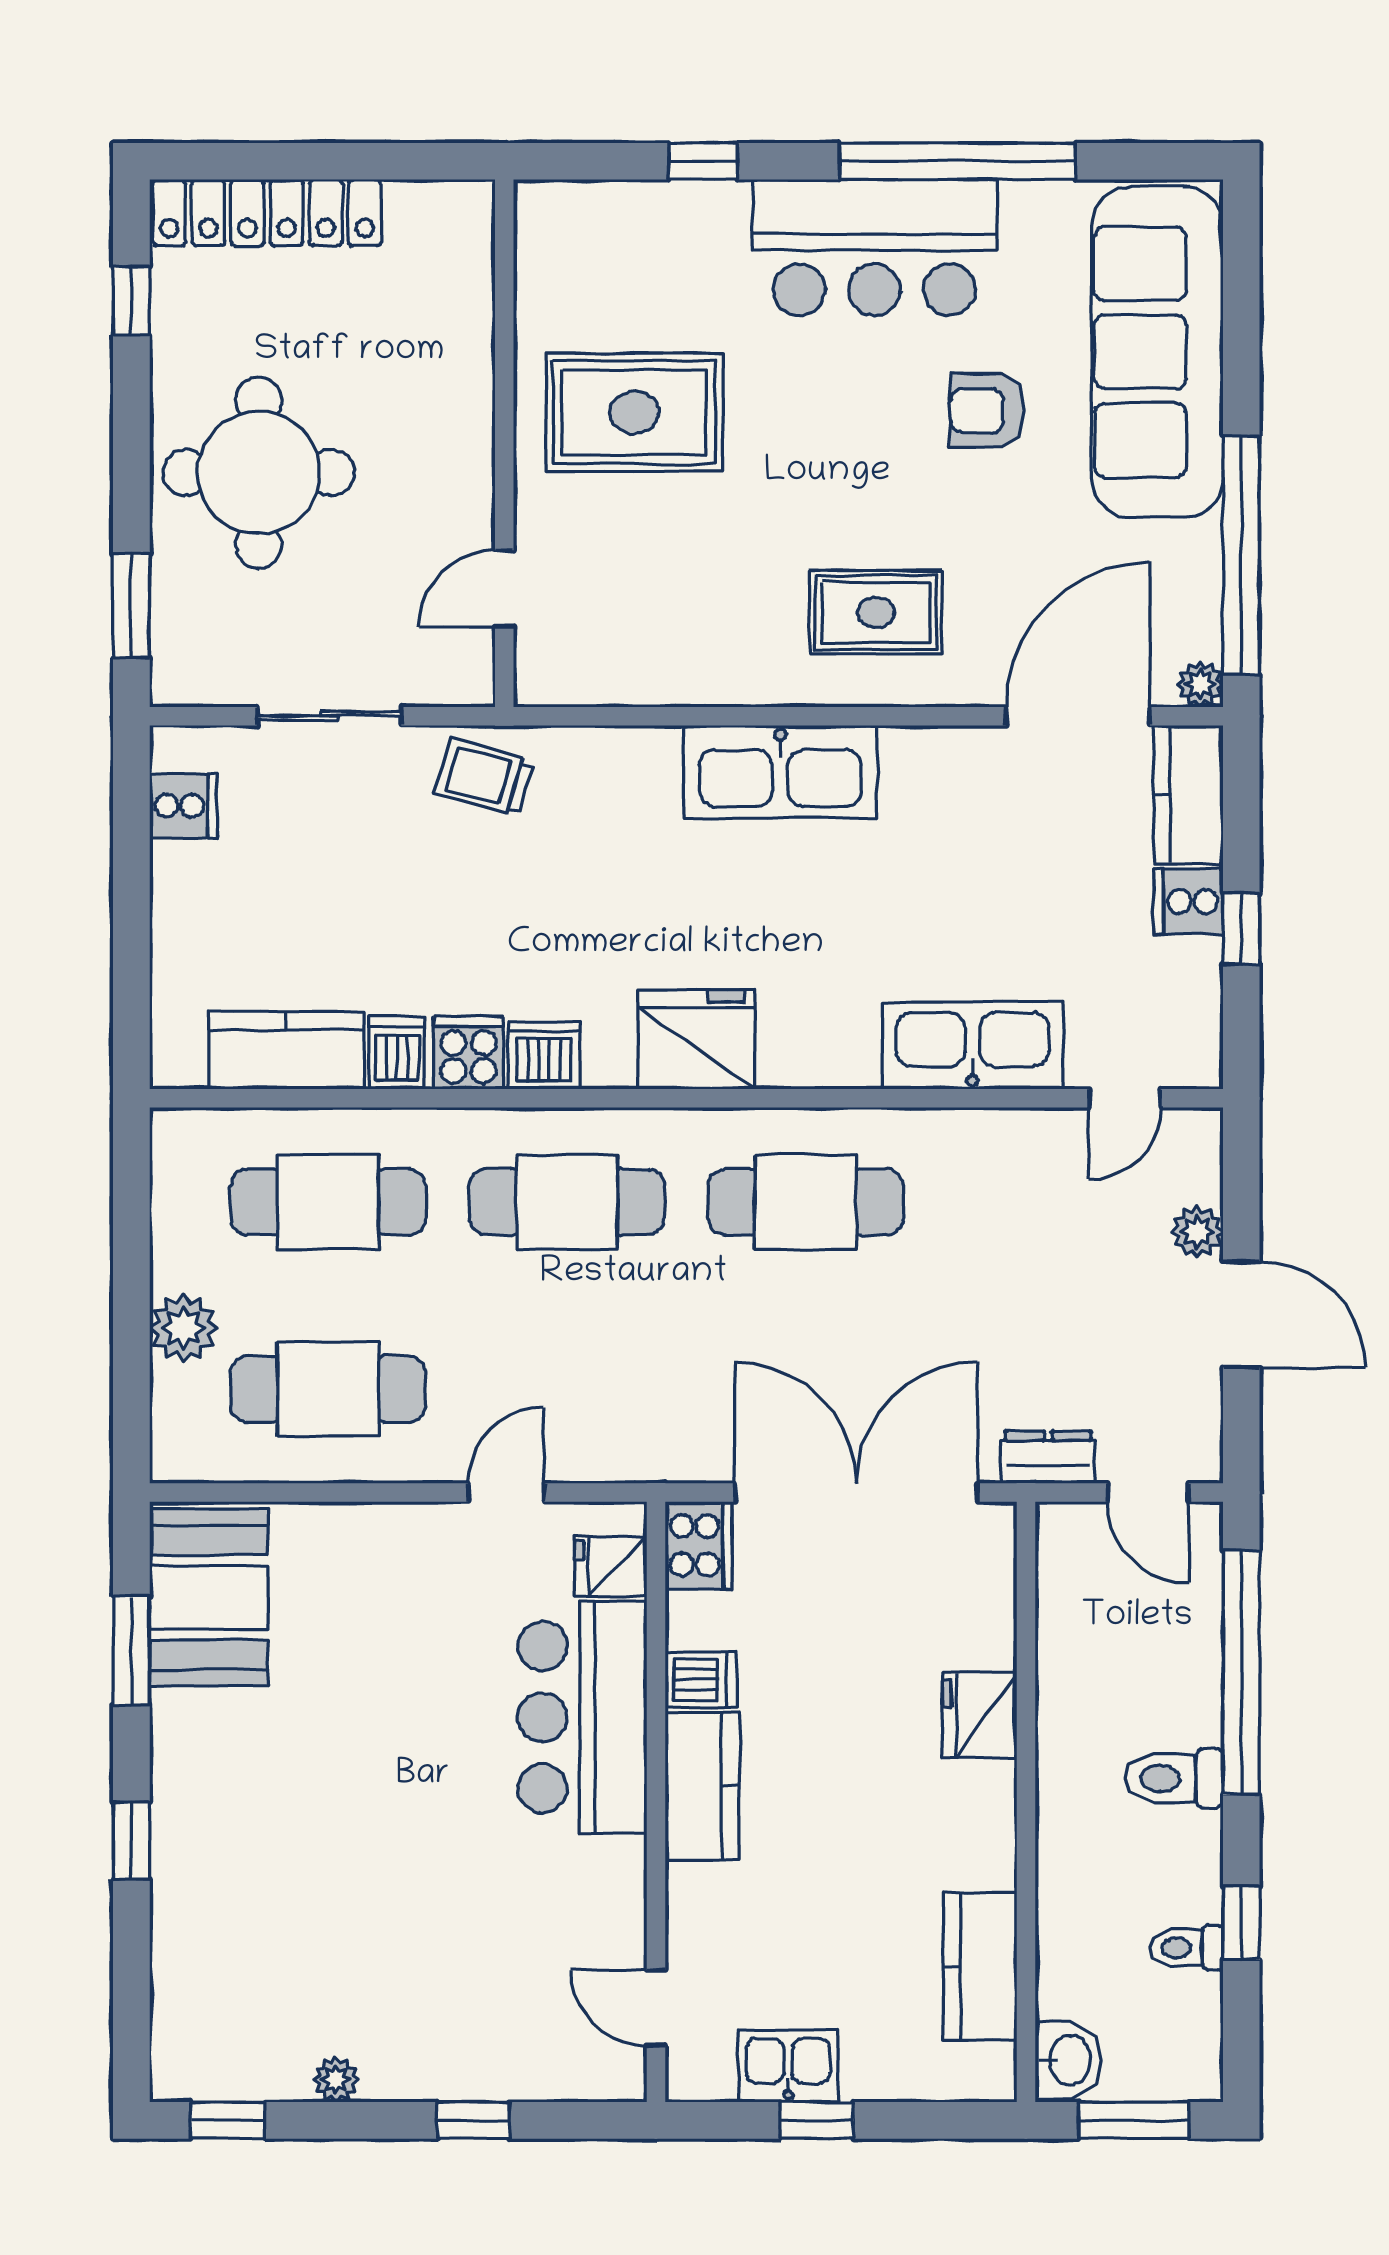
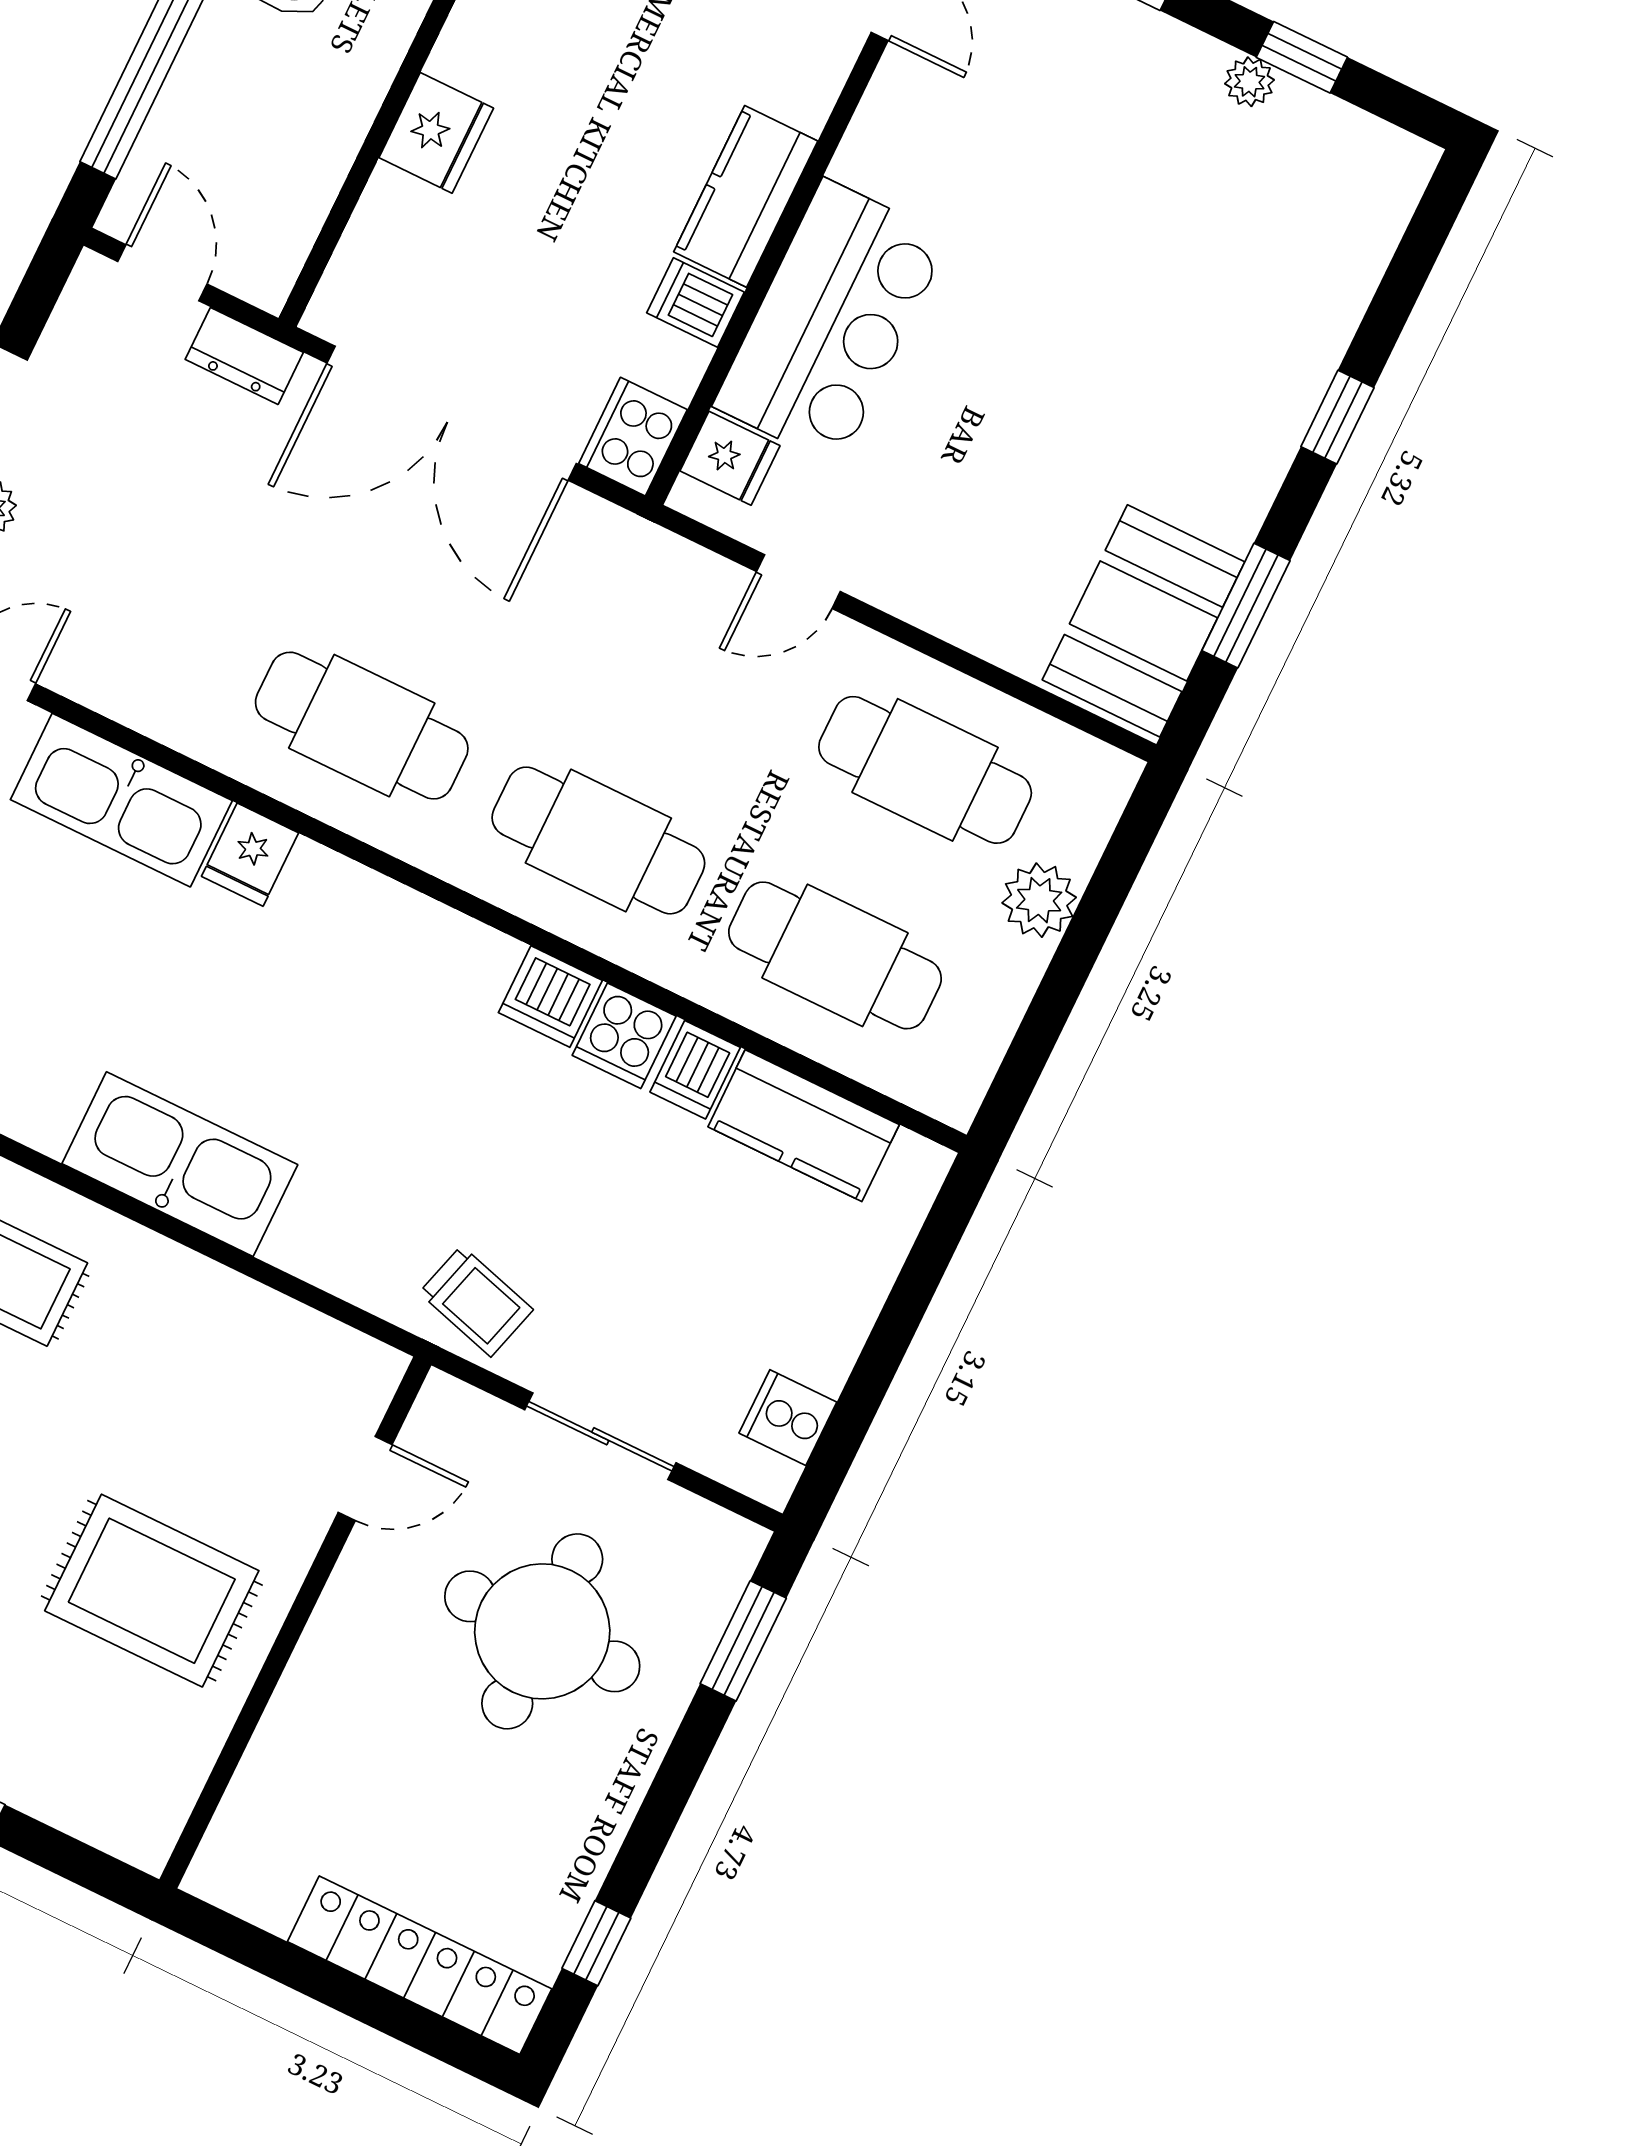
round table: (259, 472) -> (542, 1631), moved
fridge: (696, 1040) -> (250, 855), moved, width x0.53, depth x0.75
window: (228, 2120) -> (1302, 57), moved

